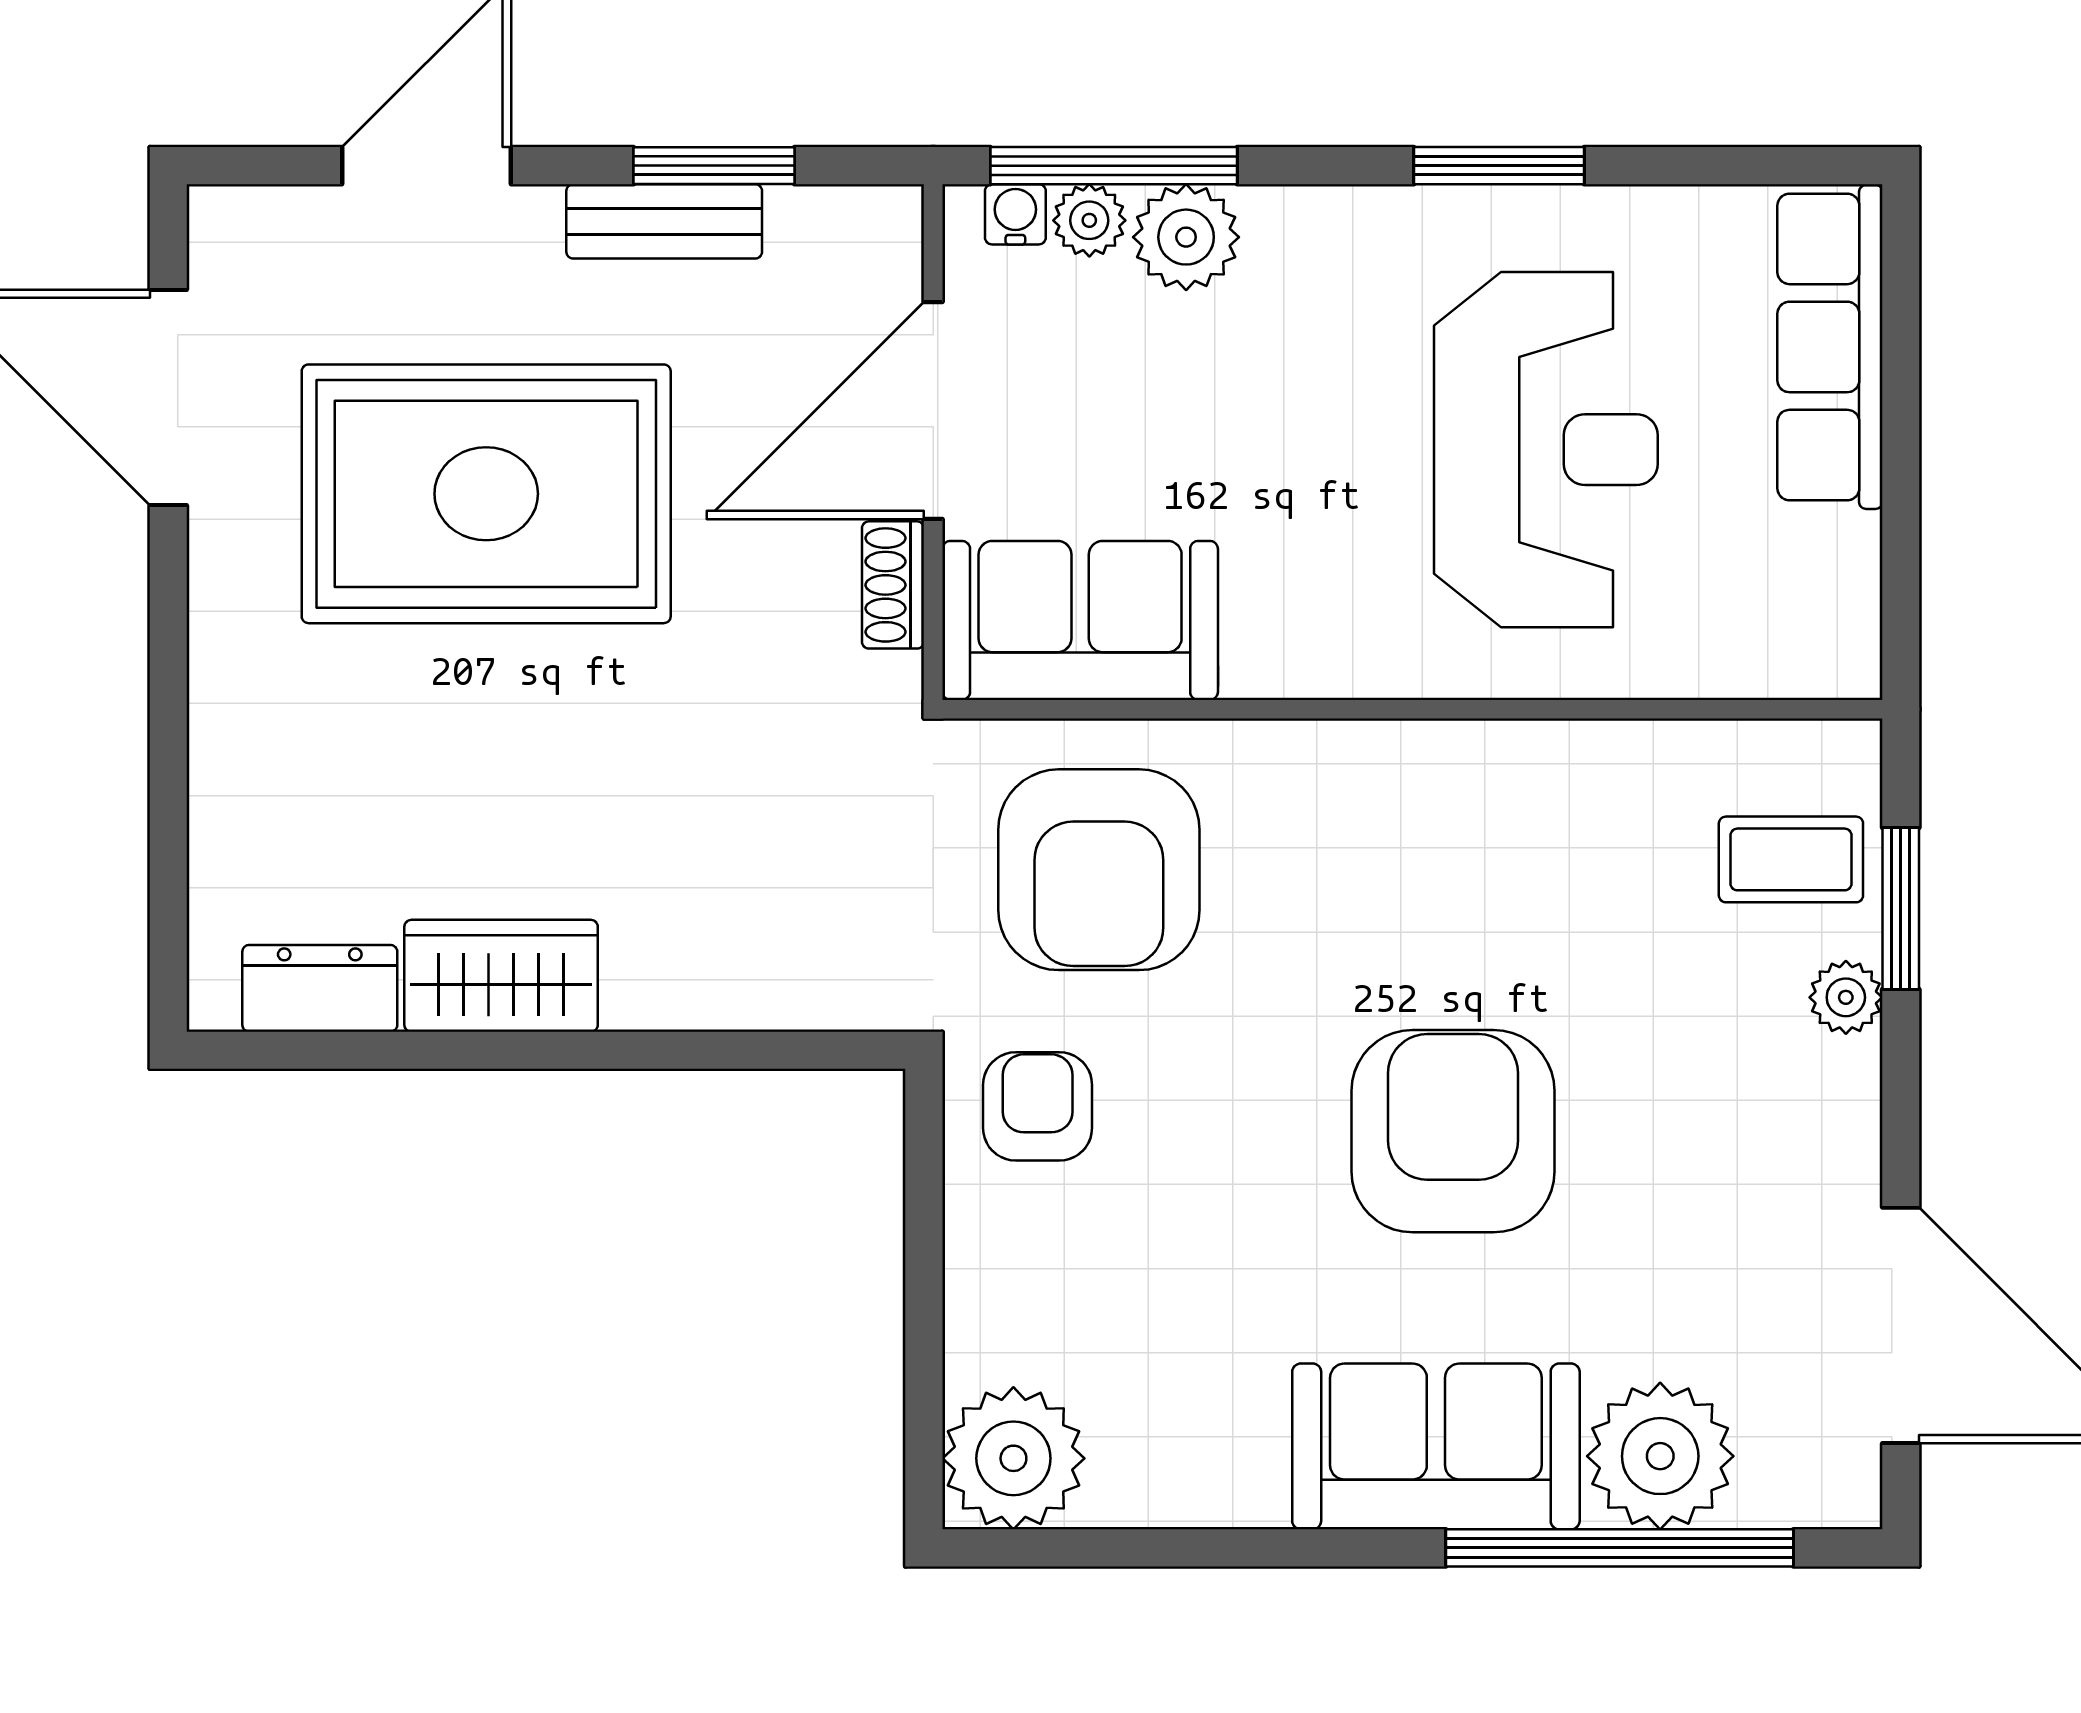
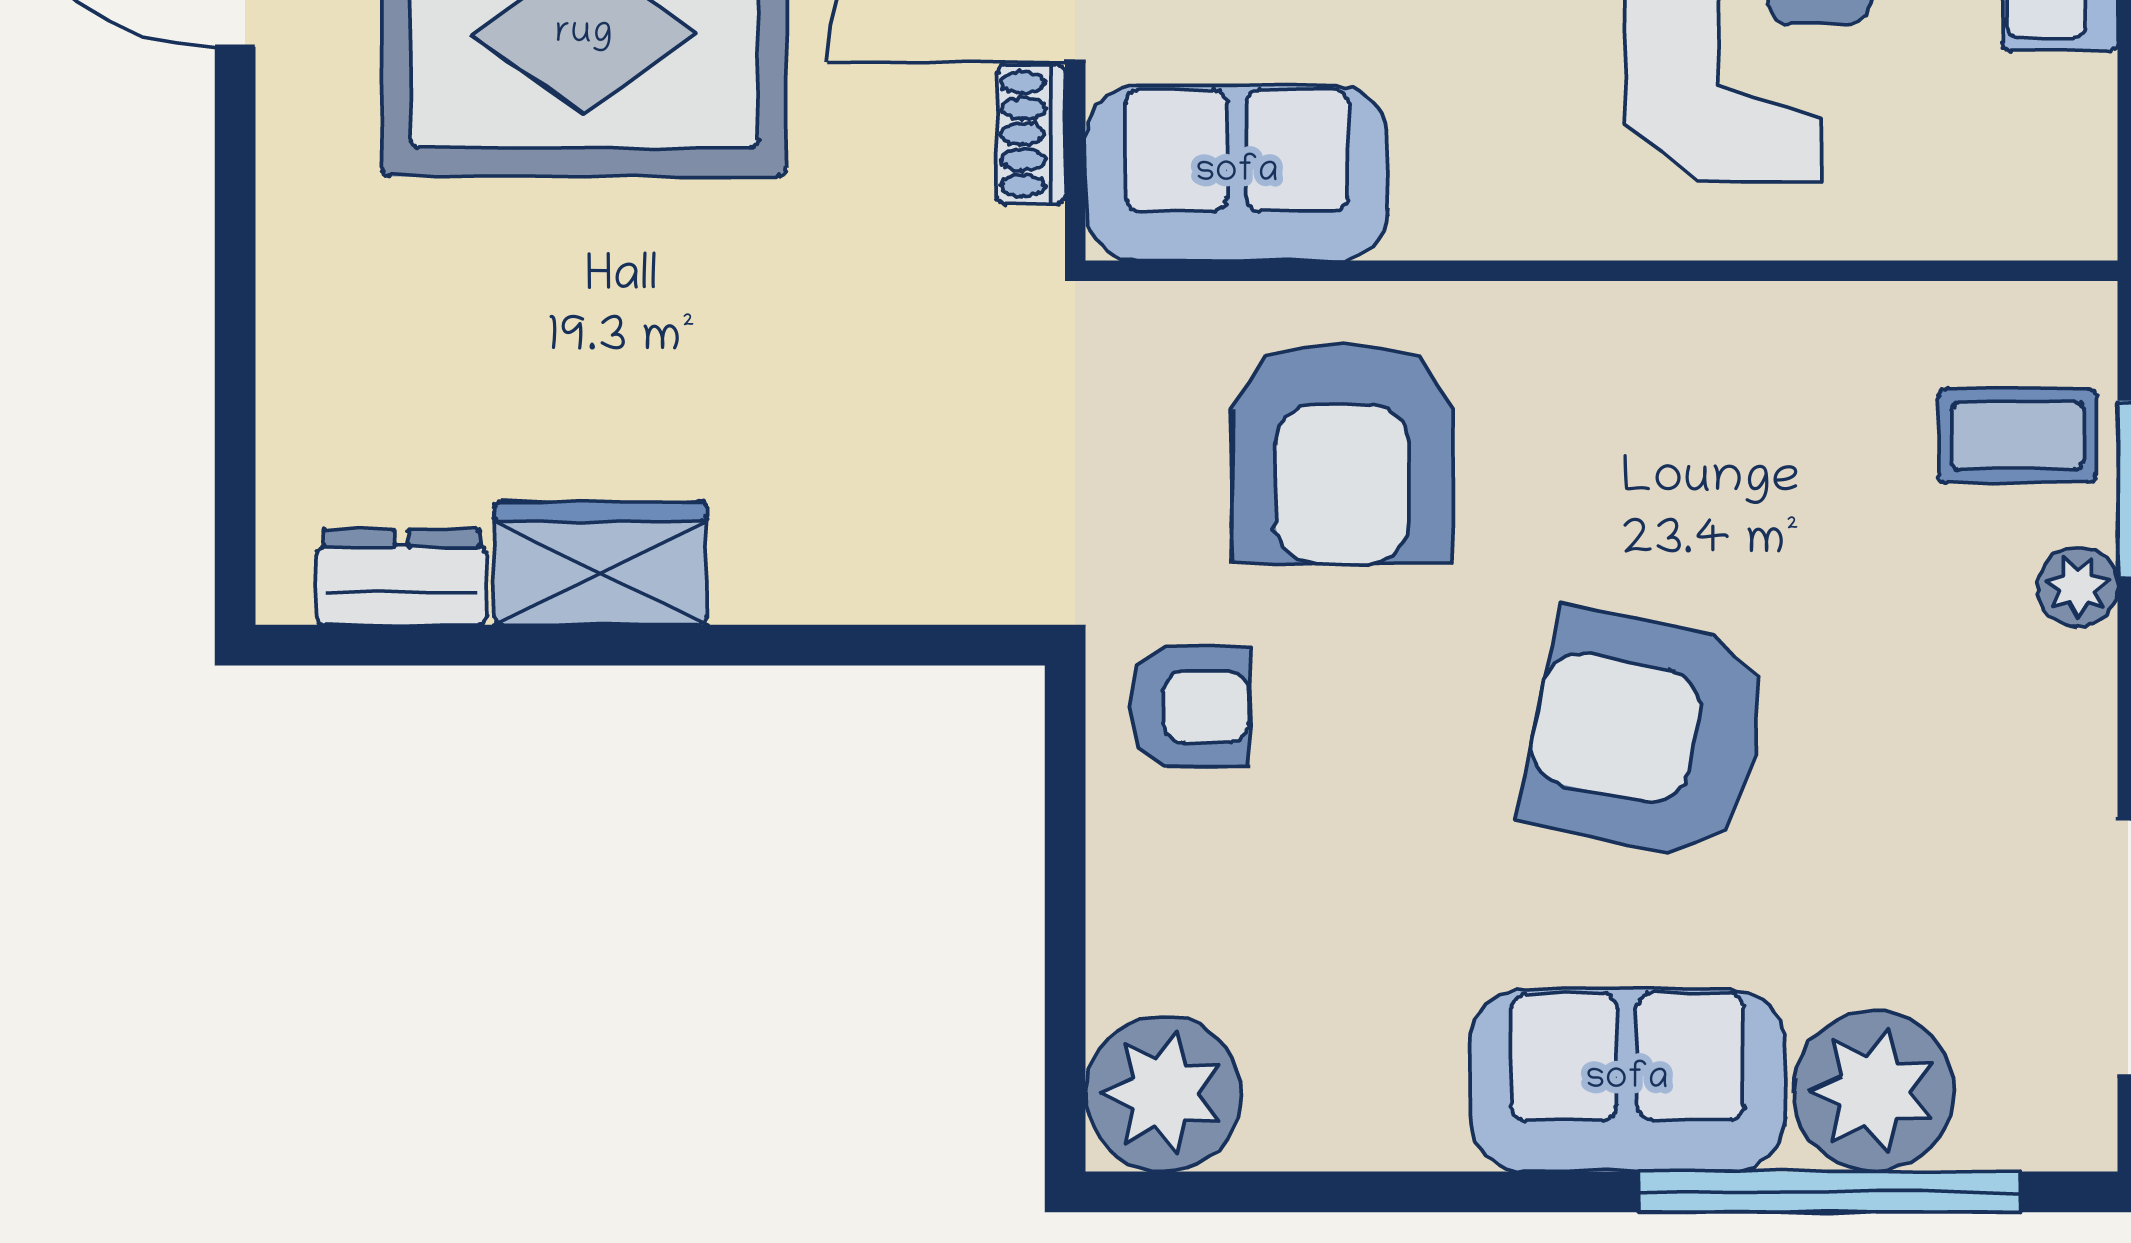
armchair: (1099, 870) -> (1342, 453), moved
armchair: (1038, 1106) -> (1190, 707), turned 90
armchair: (1453, 1131) -> (1646, 734), turned -78

